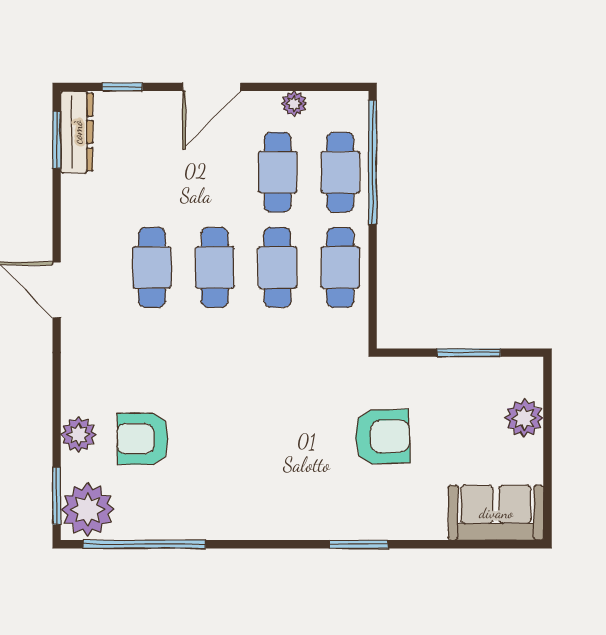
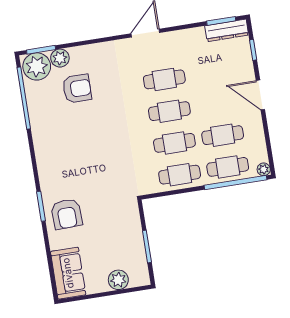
plant: (294, 104) -> (264, 169), moved
plant: (78, 435) -> (60, 58), moved
armchair: (382, 437) -> (67, 214), moved
armchair: (143, 439) -> (77, 89), turned 90

